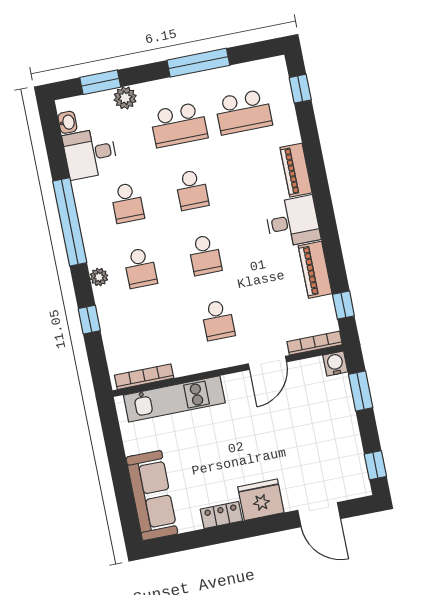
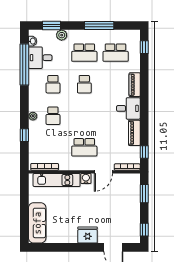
window: (70, 222) -> (24, 65), moved
school desk: (205, 255) -> (84, 116), removed
school desk: (218, 320) -> (84, 147), width x1.85
water cooler: (335, 364) -> (86, 178), moved
locker: (221, 515) -> (68, 238), removed

